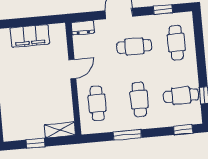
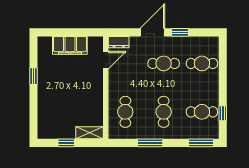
window: (163, 10) -> (180, 32), moved
cafe table: (176, 43) -> (202, 63), turned 90
door: (72, 69) -> (106, 60), moved
window: (183, 130) -> (201, 143), width x1.50

